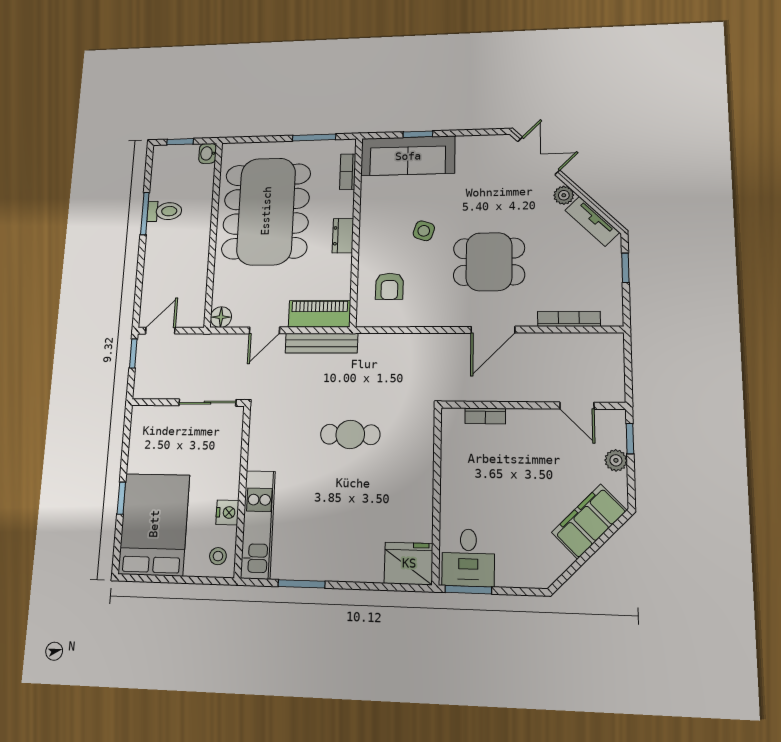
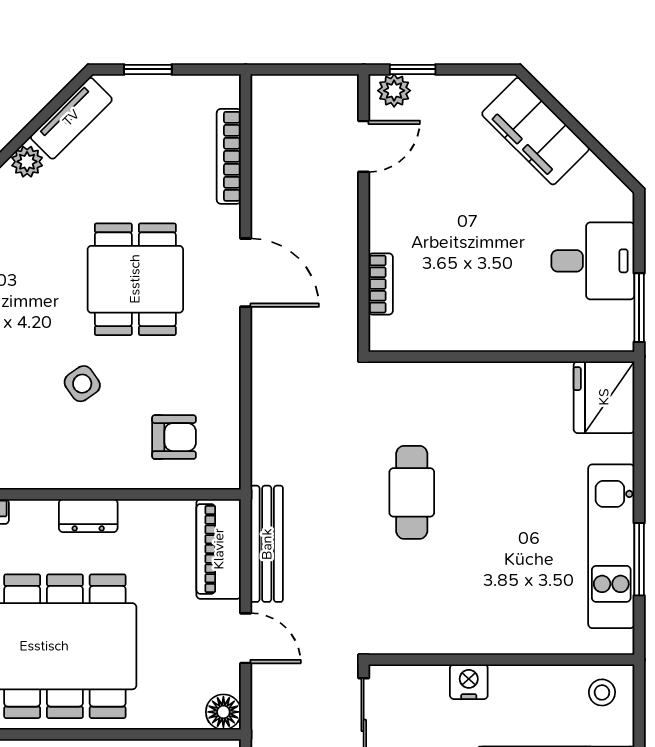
side table: (424, 231) -> (82, 384), turned 37
plant: (616, 460) -> (394, 91), moved
nightstand: (227, 512) -> (469, 682), moved
kitchen unit: (258, 524) -> (611, 546), moved, turned -90
desk: (468, 558) -> (593, 261), moved

